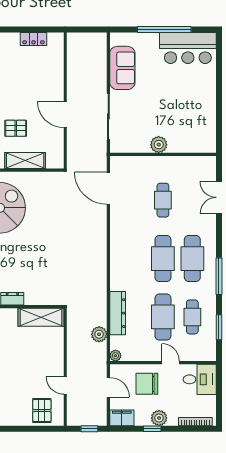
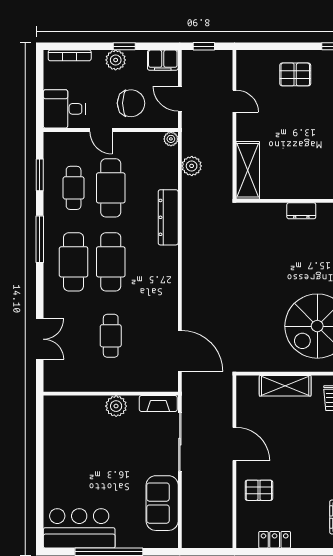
pallet: (16, 128) -> (259, 490), moved
fireplace: (125, 147) -> (158, 404), added
dresser: (118, 313) -> (168, 217), moved
shelving: (41, 317) -> (248, 170), moved, turned 90
pallet: (42, 411) -> (295, 74), moved, turned 90

